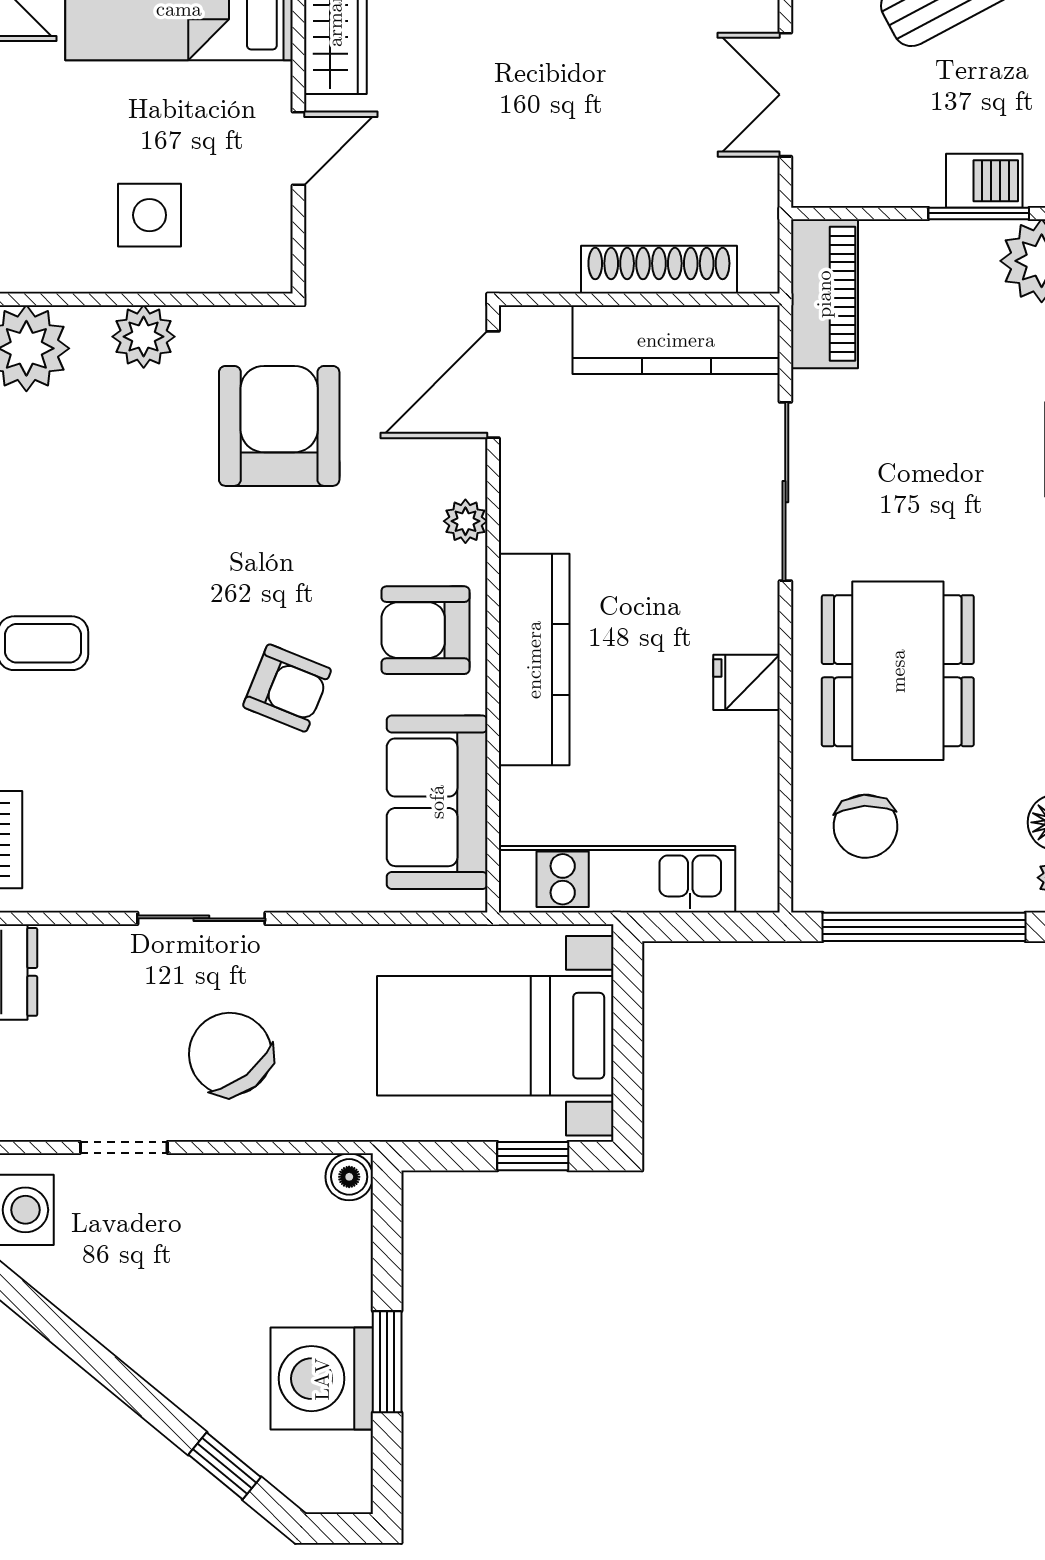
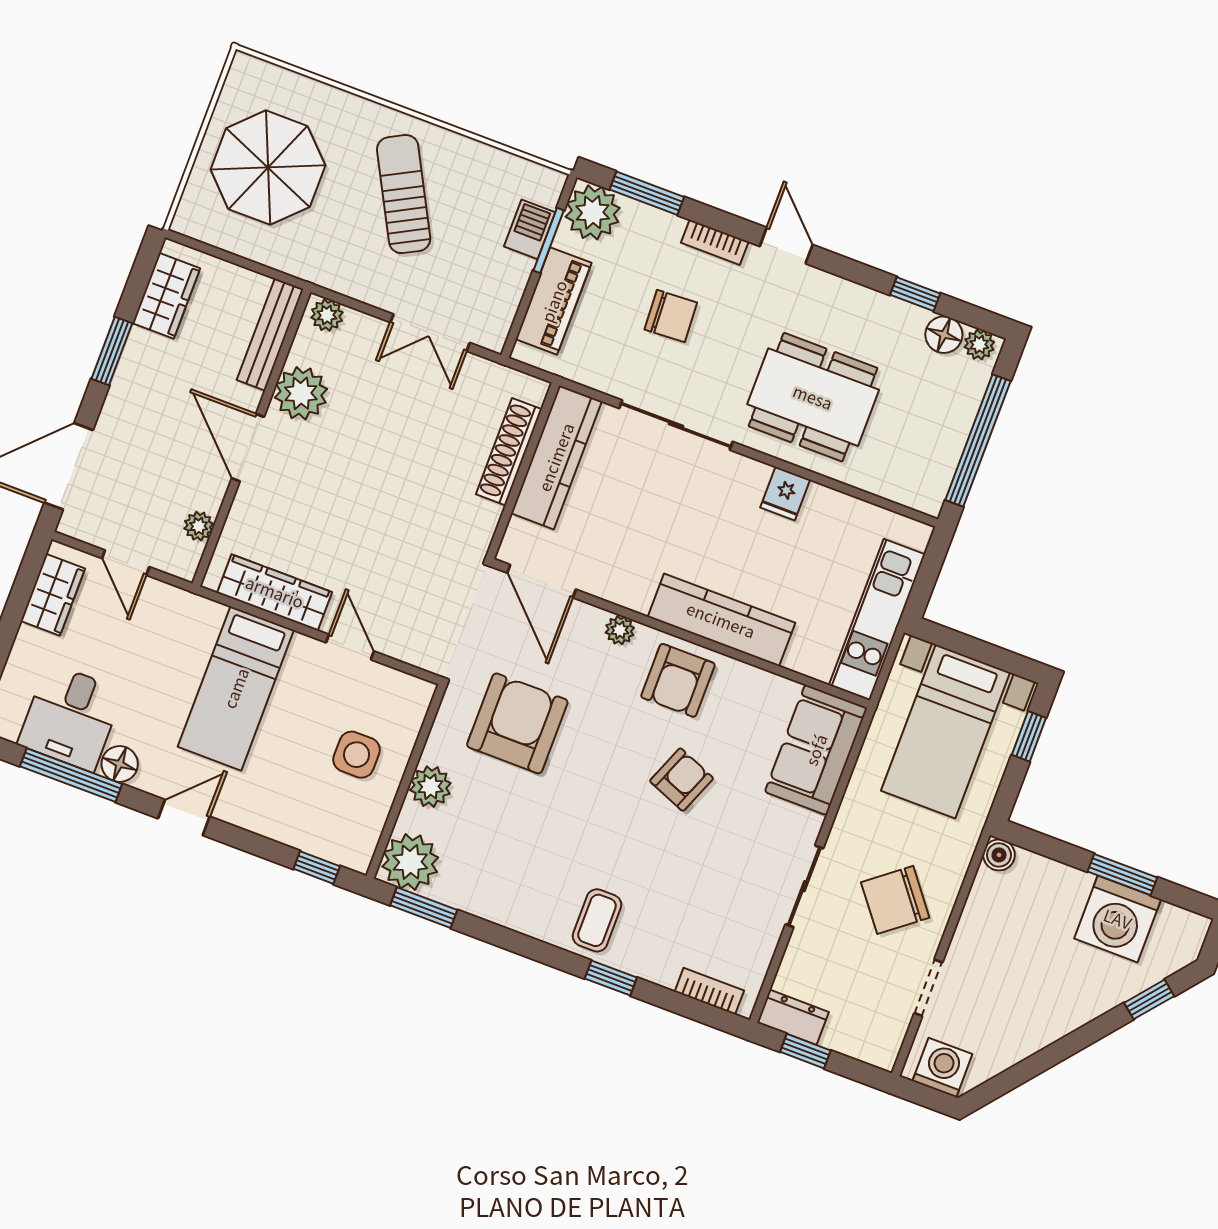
piano: (824, 294) -> (554, 301), moved, turned 90
armchair: (279, 426) -> (517, 723), turned 90
sofa: (437, 802) -> (816, 750), moved, turned 90
chair: (865, 826) -> (671, 316), moved

